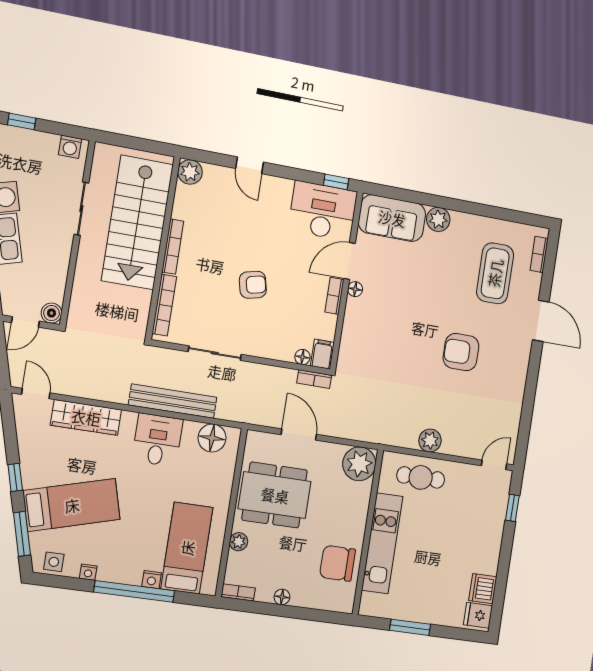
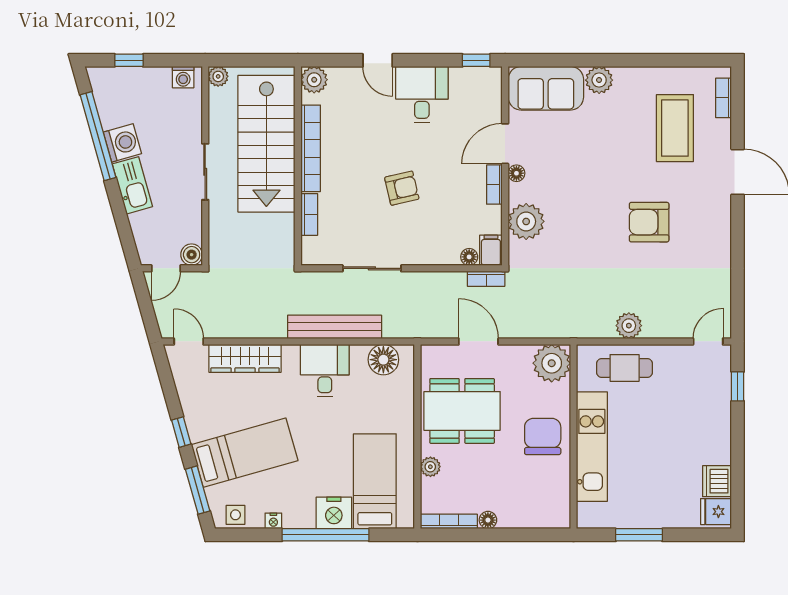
plant: (103, 152) -> (218, 76), added
sliding door: (81, 209) -> (205, 172), moved
desk: (323, 211) -> (422, 95), moved, width x0.73
bookcase: (173, 247) -> (311, 148), width x1.48, depth x1.31
bookcase: (164, 305) -> (309, 214), width x0.64
plant: (357, 334) -> (526, 221), added
chair: (337, 563) -> (543, 437), moved, turned 90
nightstand: (152, 580) -> (334, 513), width x1.89, depth x1.79
bookcase: (238, 592) -> (449, 521), width x1.56

